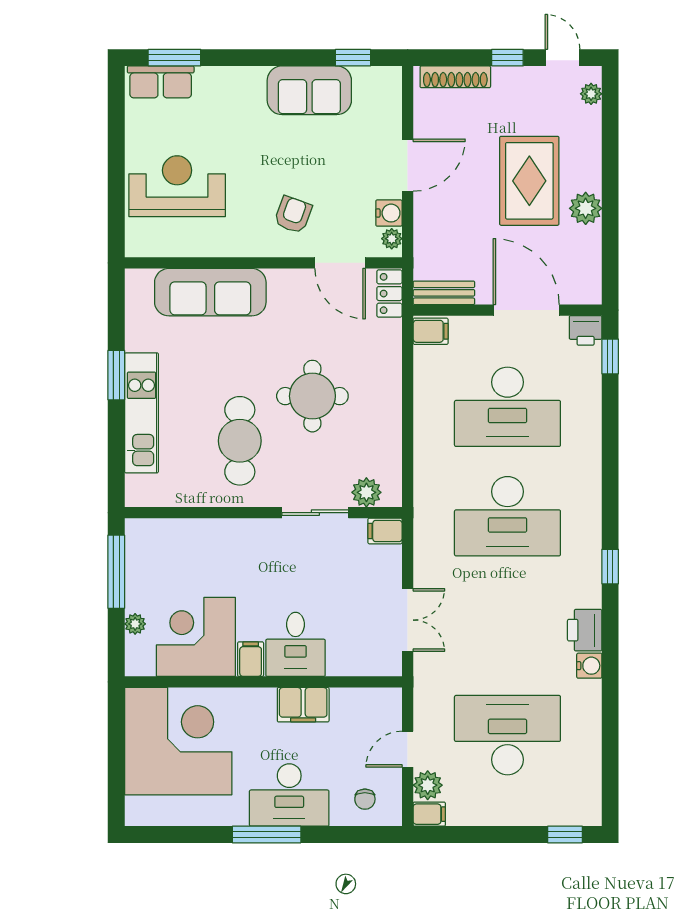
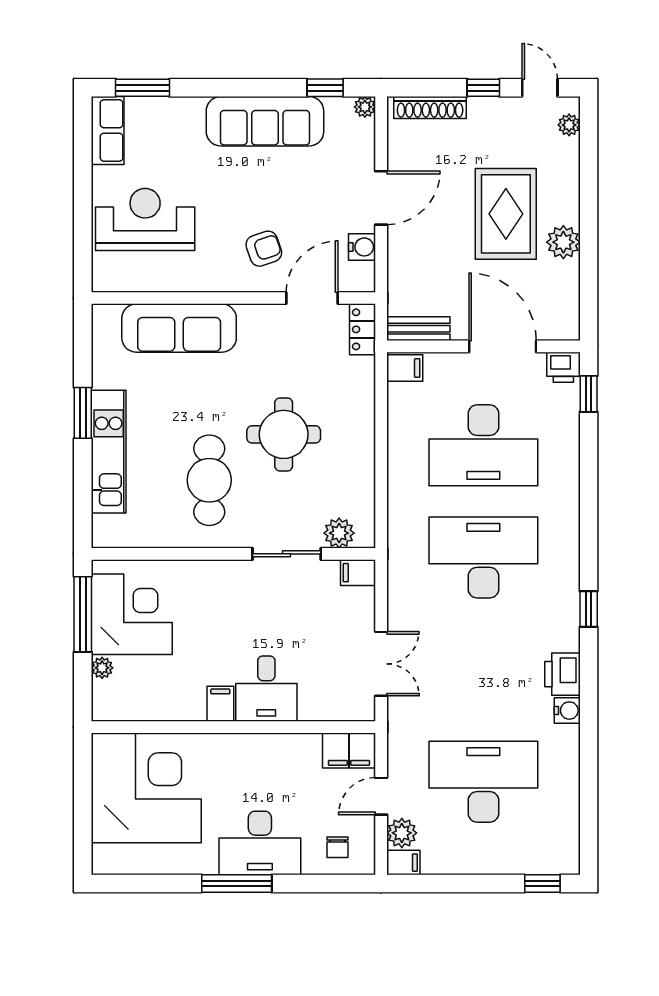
row of seats: (161, 82) -> (108, 130), moved, turned -90
sofa: (309, 90) -> (265, 121), width x1.36
armchair: (293, 215) -> (264, 249), turned 51
plant: (392, 239) -> (365, 107), moved
door: (340, 263) -> (312, 298), swing flipped
desk: (507, 516) -> (483, 557), turned 180
corner desk: (196, 637) -> (132, 614), moved, turned 90
filing cabinet: (303, 705) -> (349, 751), moved

